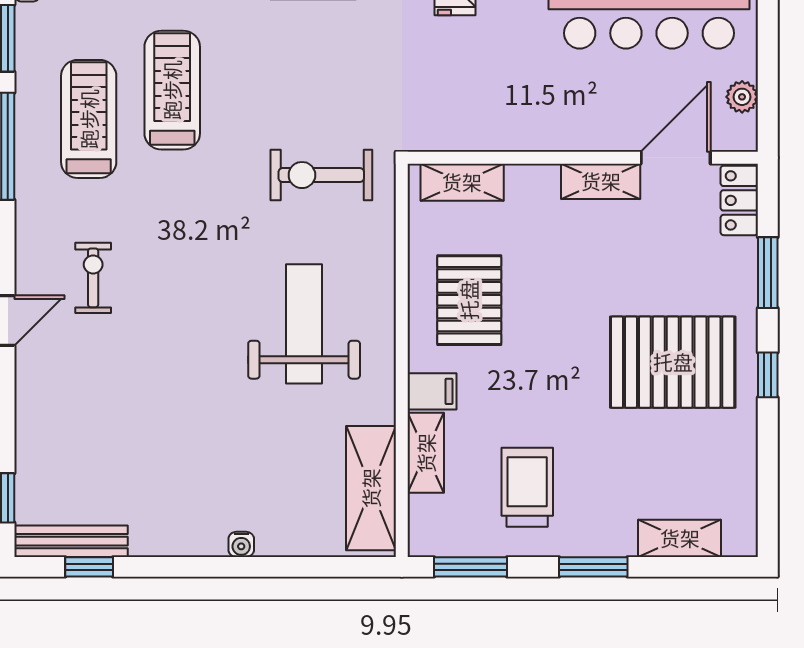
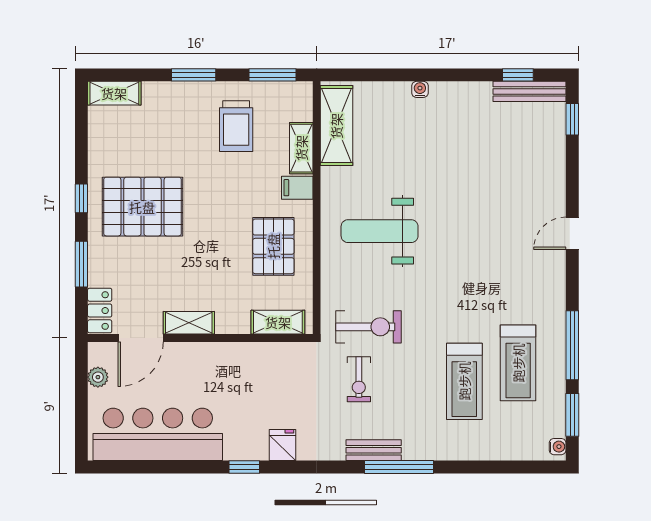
exercise bike: (93, 278) -> (359, 379), moved
weight bench: (304, 324) -> (380, 231), turned 90
shelving: (680, 538) -> (114, 93), moved

